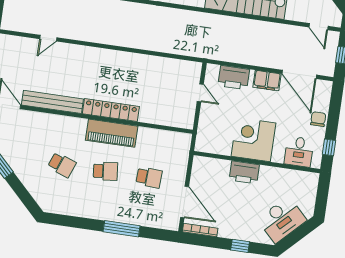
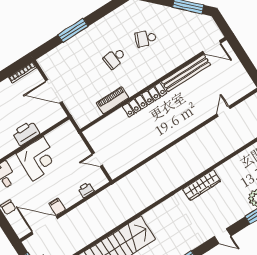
printer: (234, 78) -> (86, 190), width x0.53, depth x0.68
filing cabinet: (267, 81) -> (57, 207), width x0.50
piano: (112, 133) -> (113, 100), moved, width x0.73, depth x0.75
school desk: (149, 177) -> (84, 78), removed
door: (185, 202) -> (54, 91), moved

